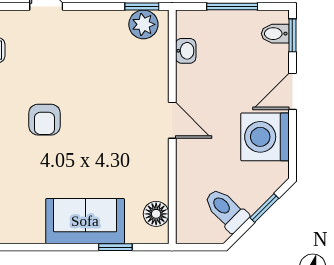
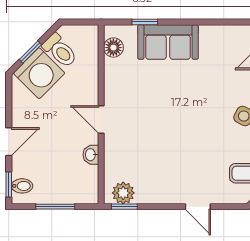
washbasin: (186, 51) -> (91, 155), moved
armchair: (45, 120) -> (199, 120), removed
washing machine: (265, 137) -> (39, 73), moved, turned 45

